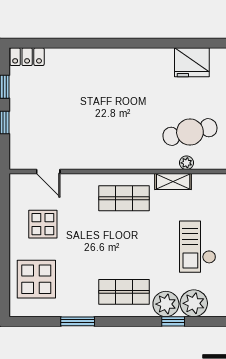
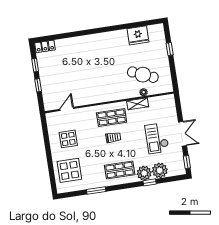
cafe table: (190, 132) -> (143, 75), turned 36
door: (48, 172) -> (67, 109), swing flipped
trolley: (122, 234) -> (113, 137), added

